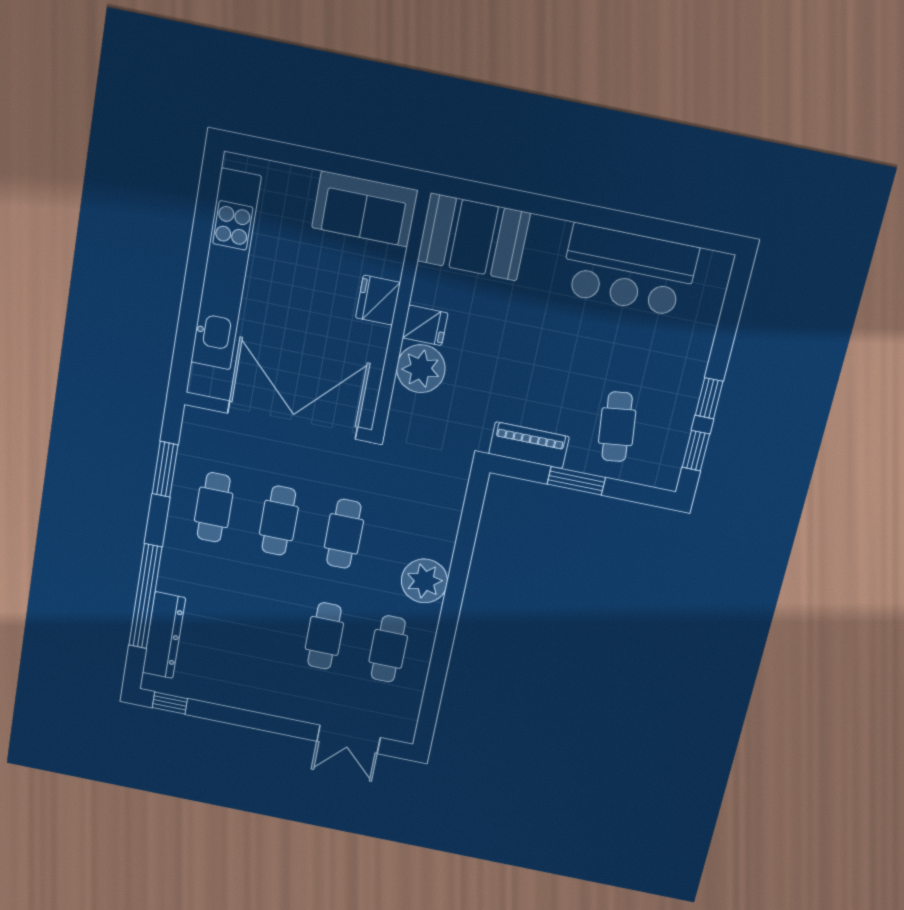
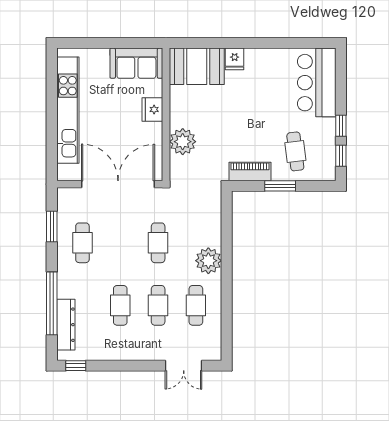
bar counter: (629, 270) -> (317, 83), moved, turned 90
fridge: (425, 325) -> (235, 59), moved, turned 90
cafe table: (279, 521) -> (120, 305), moved

